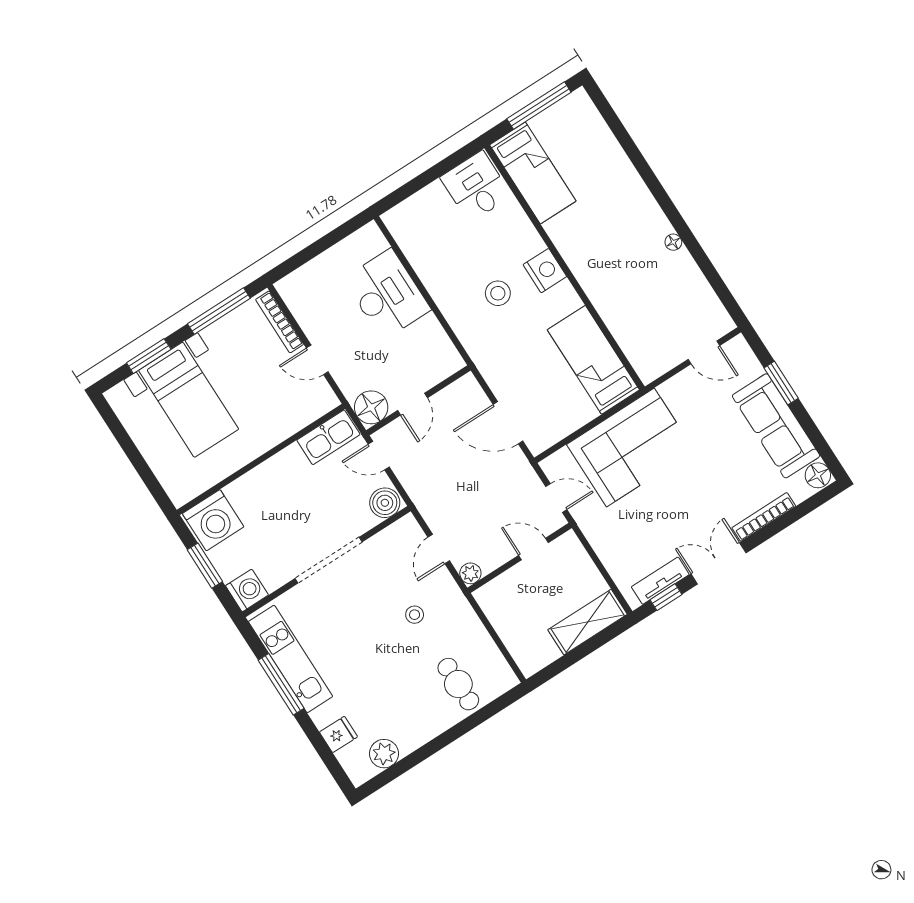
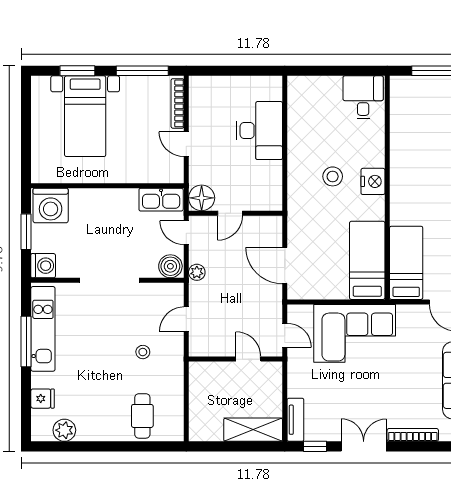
bed: (533, 173) -> (406, 263), moved, turned 180
plant: (470, 573) -> (197, 272), moved
tv unit: (660, 581) -> (295, 420), moved, turned 90

